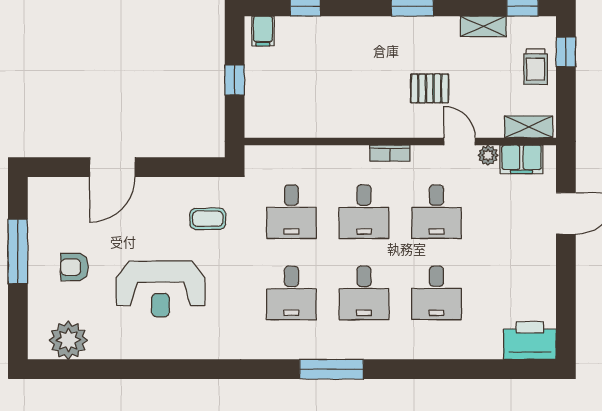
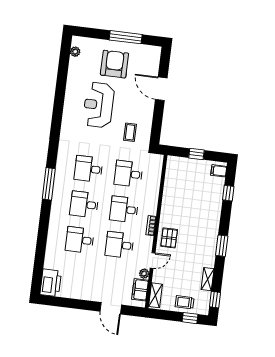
pallet: (430, 88) -> (169, 238), moved
armchair: (75, 267) -> (114, 64), width x1.88, depth x1.88
plant: (68, 340) -> (75, 52), width x0.53, depth x0.53

